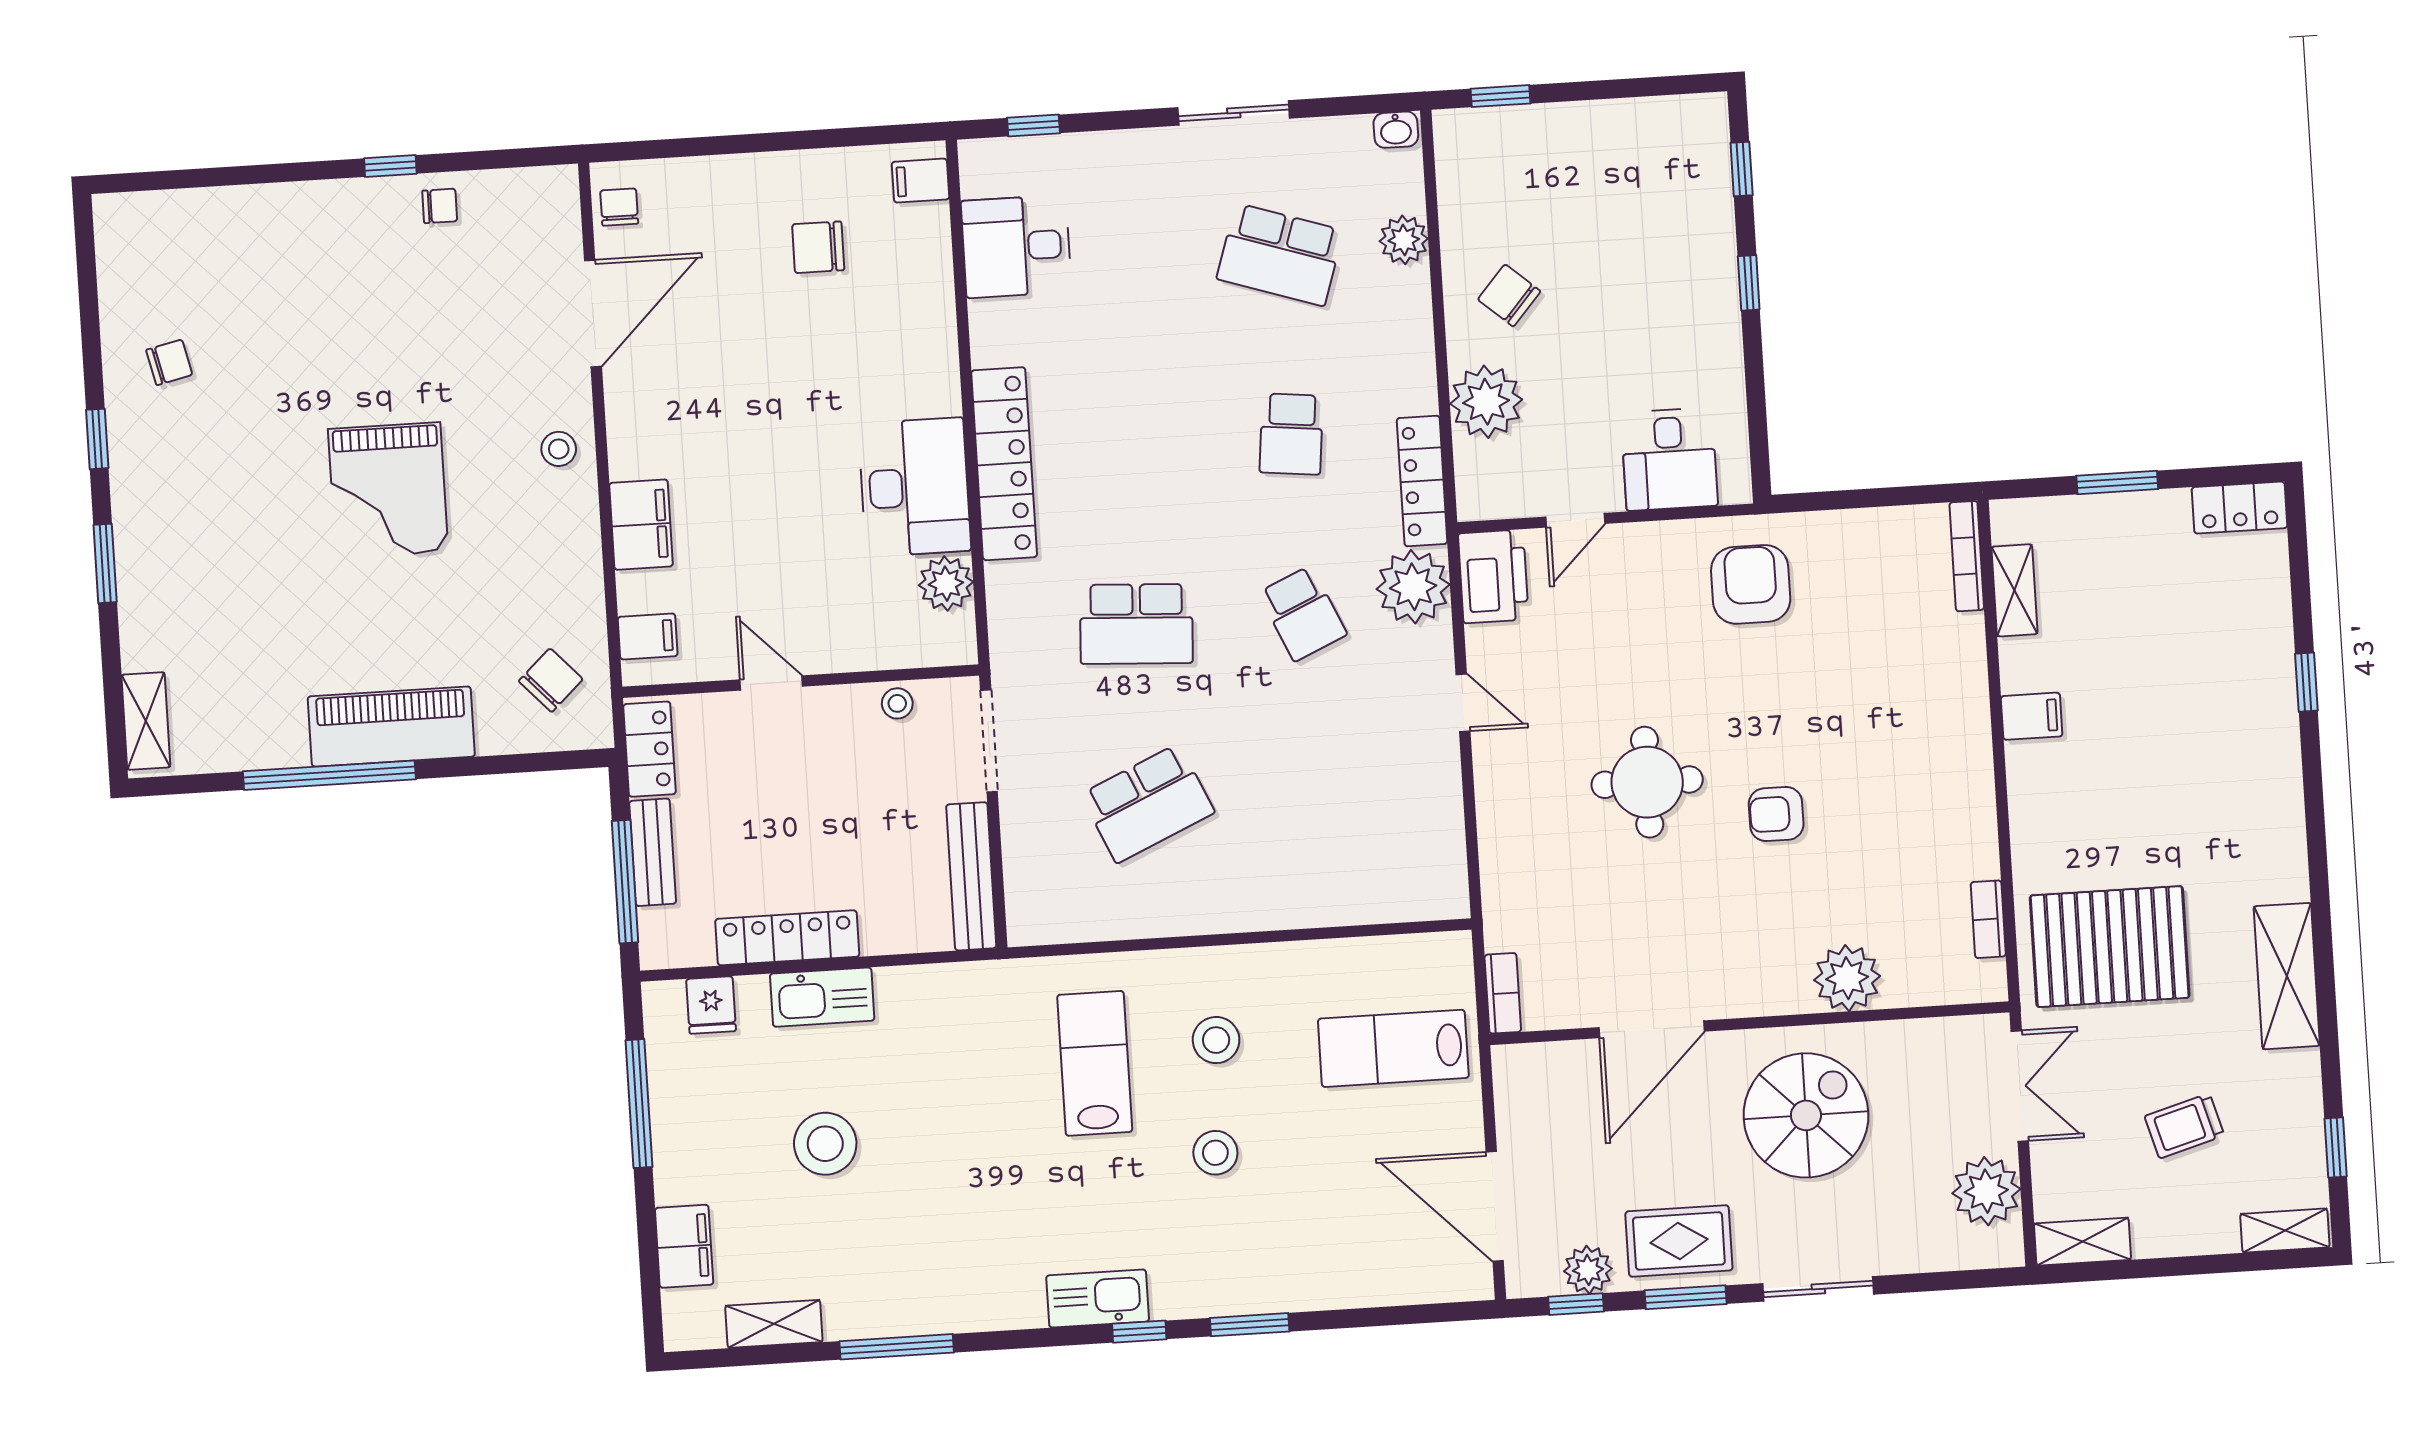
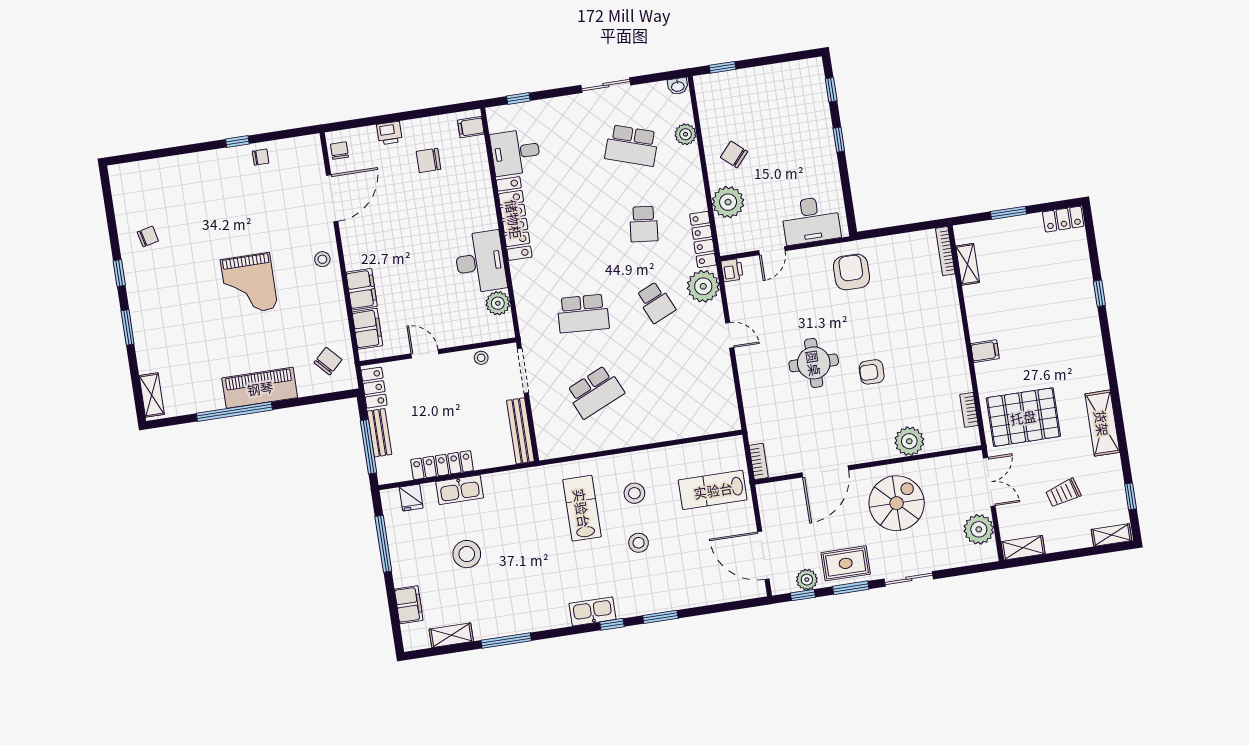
printer: (736, 177) -> (389, 133), added
desk: (1669, 459) -> (811, 220), width x1.37
locker: (1004, 464) -> (514, 219), moved
printer: (1493, 576) -> (732, 270), width x0.53, depth x0.68
filing cabinet: (648, 636) -> (367, 329), width x2.00
filing cabinet: (2032, 716) -> (985, 351), moved

